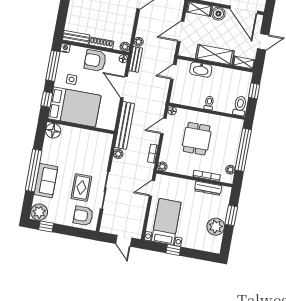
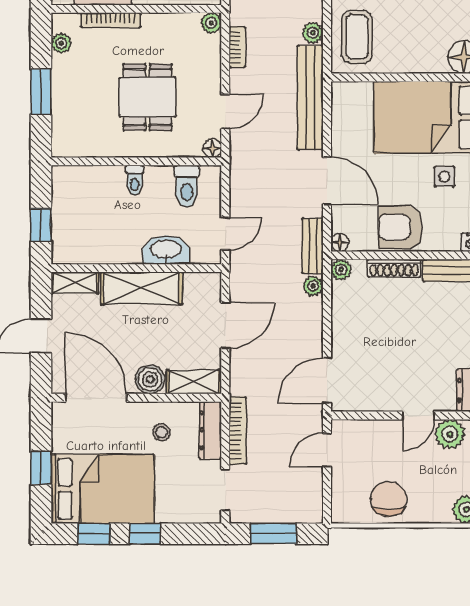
armchair: (95, 61) -> (401, 227), turned 180
toilet: (240, 106) -> (187, 186), moved
coffee table: (99, 148) -> (357, 37), added
window: (243, 150) -> (41, 92), width x0.47

